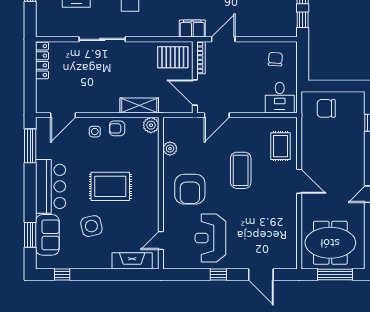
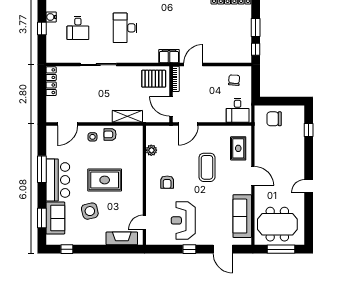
plant: (151, 125) -> (137, 132), removed
window: (30, 146) -> (42, 169), moved
armchair: (190, 189) -> (167, 182), width x0.53, depth x0.53
sofa: (286, 232) -> (242, 216), added

